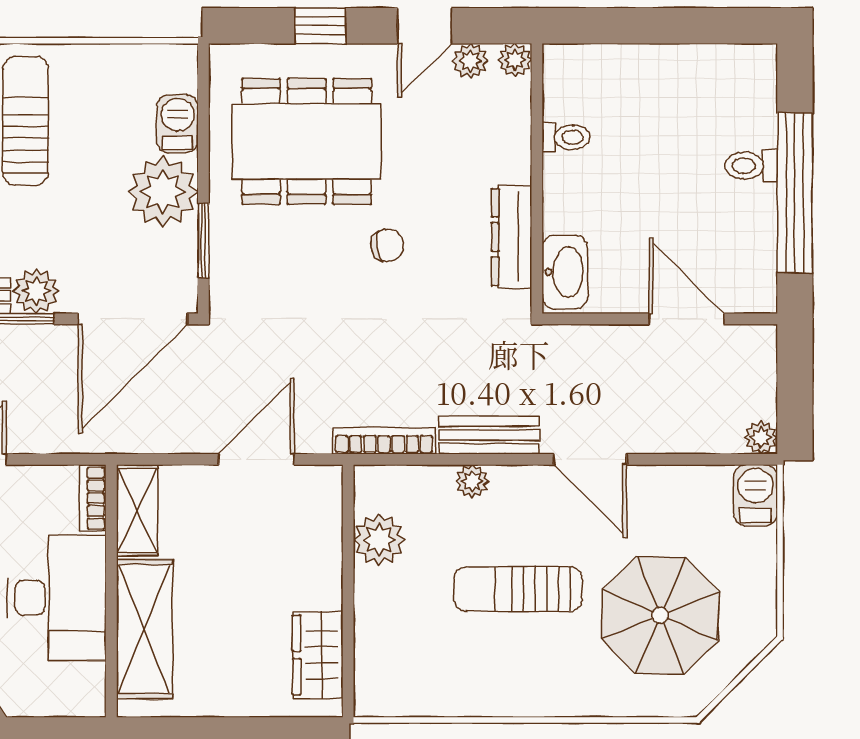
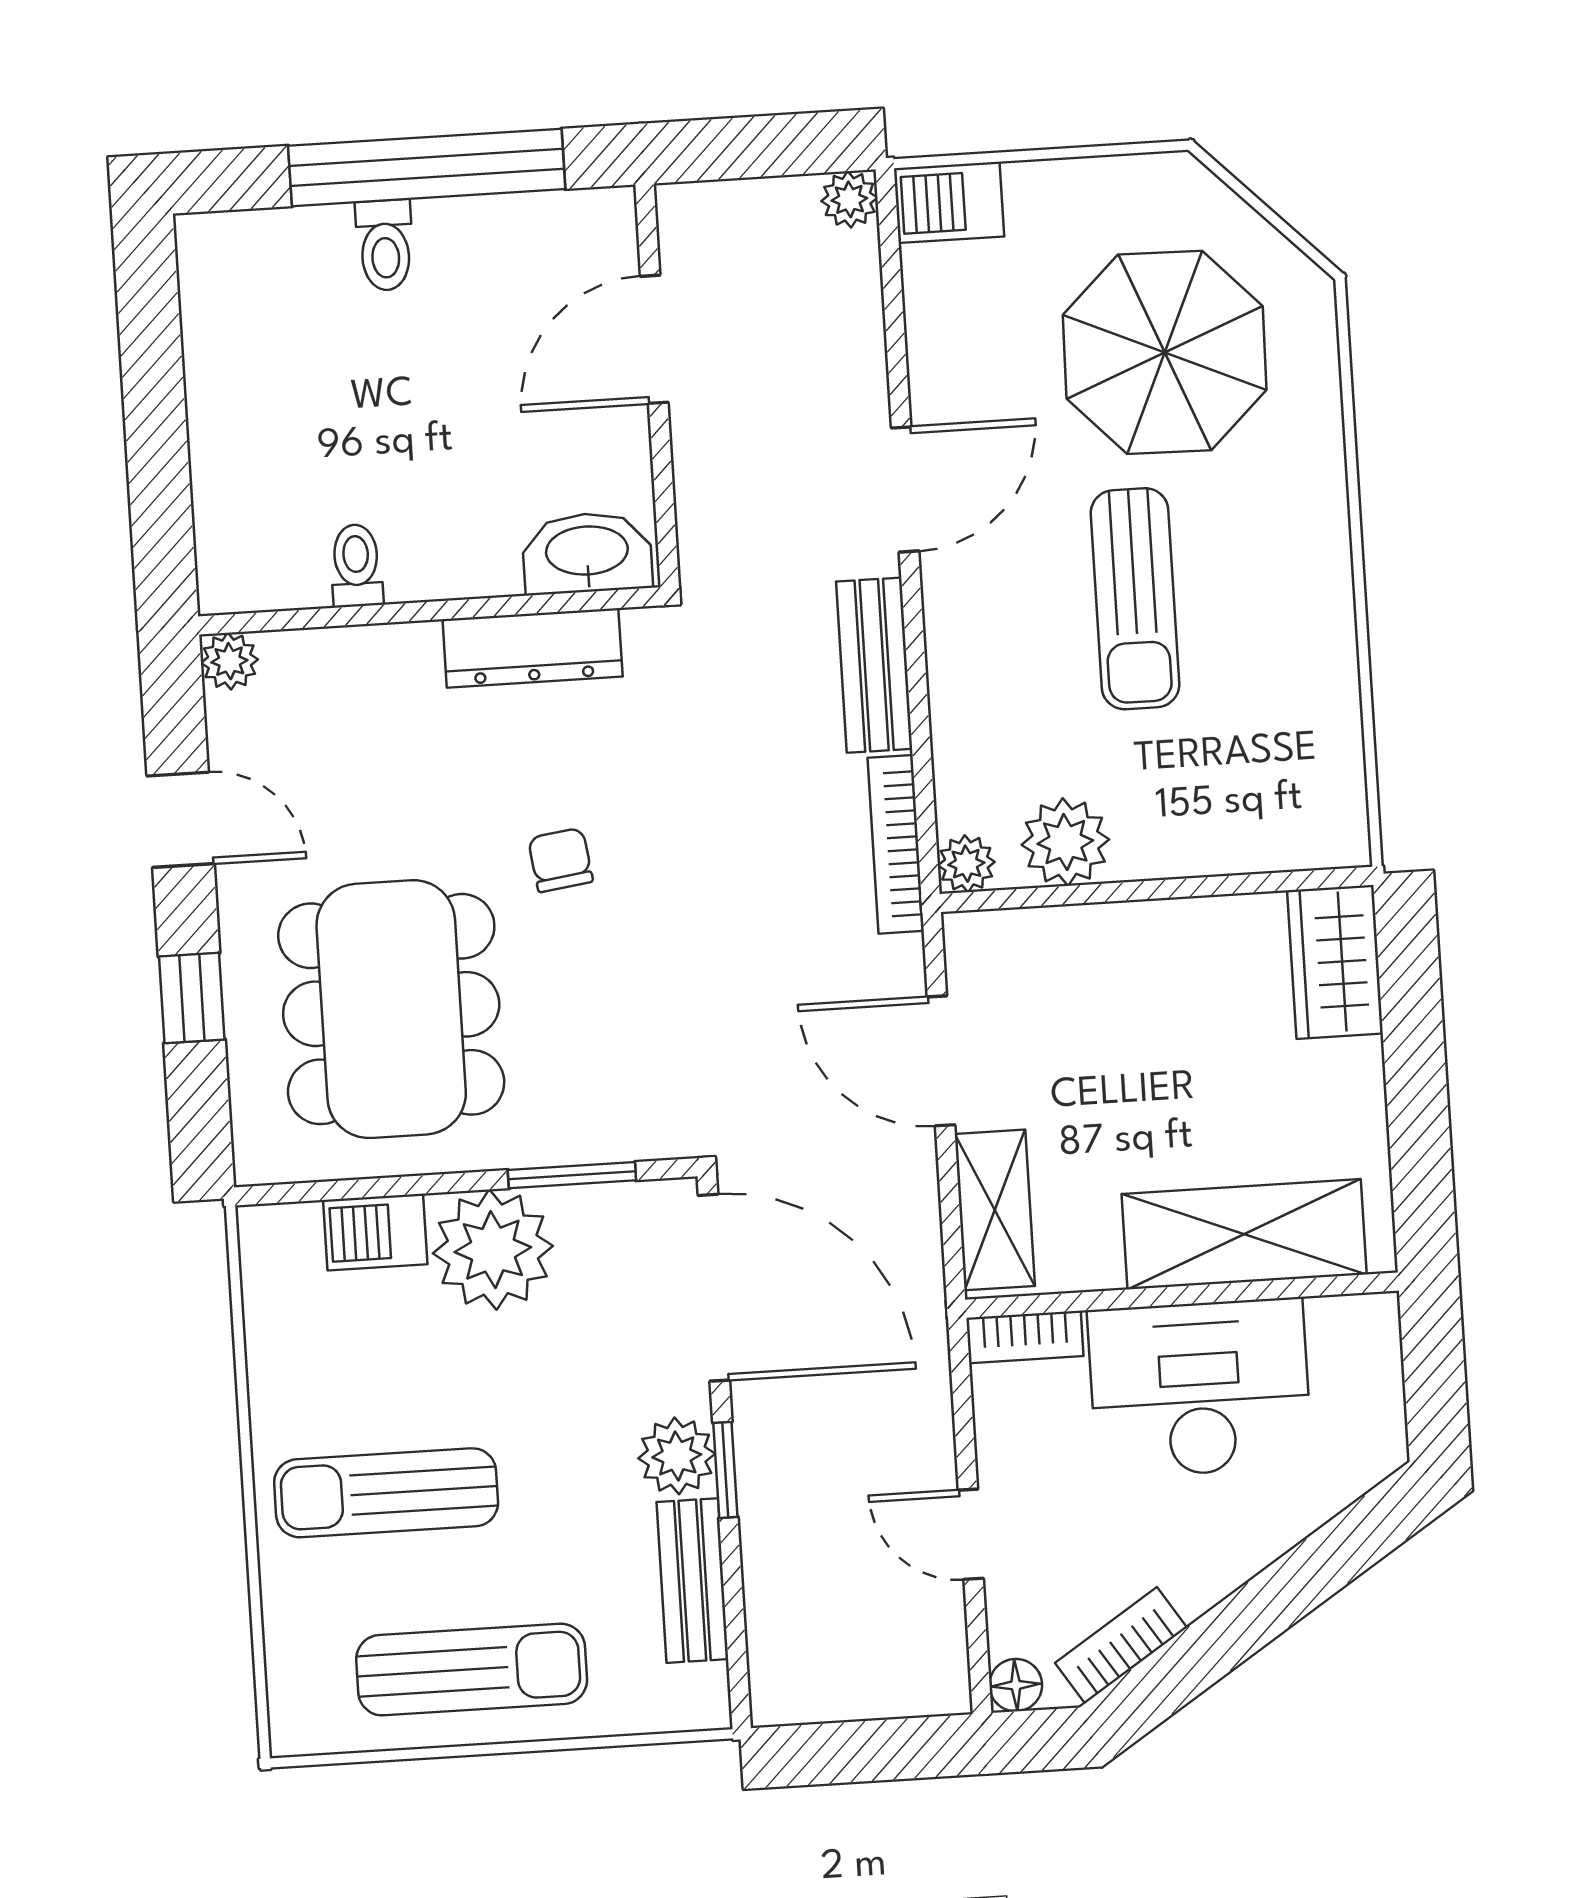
plant: (470, 61) -> (236, 738), removed
plant: (472, 481) -> (966, 864), moved
shelving: (137, 510) -> (995, 1210), moved, turned 90
wardrobe: (318, 655) -> (1335, 962), moved, turned 90

